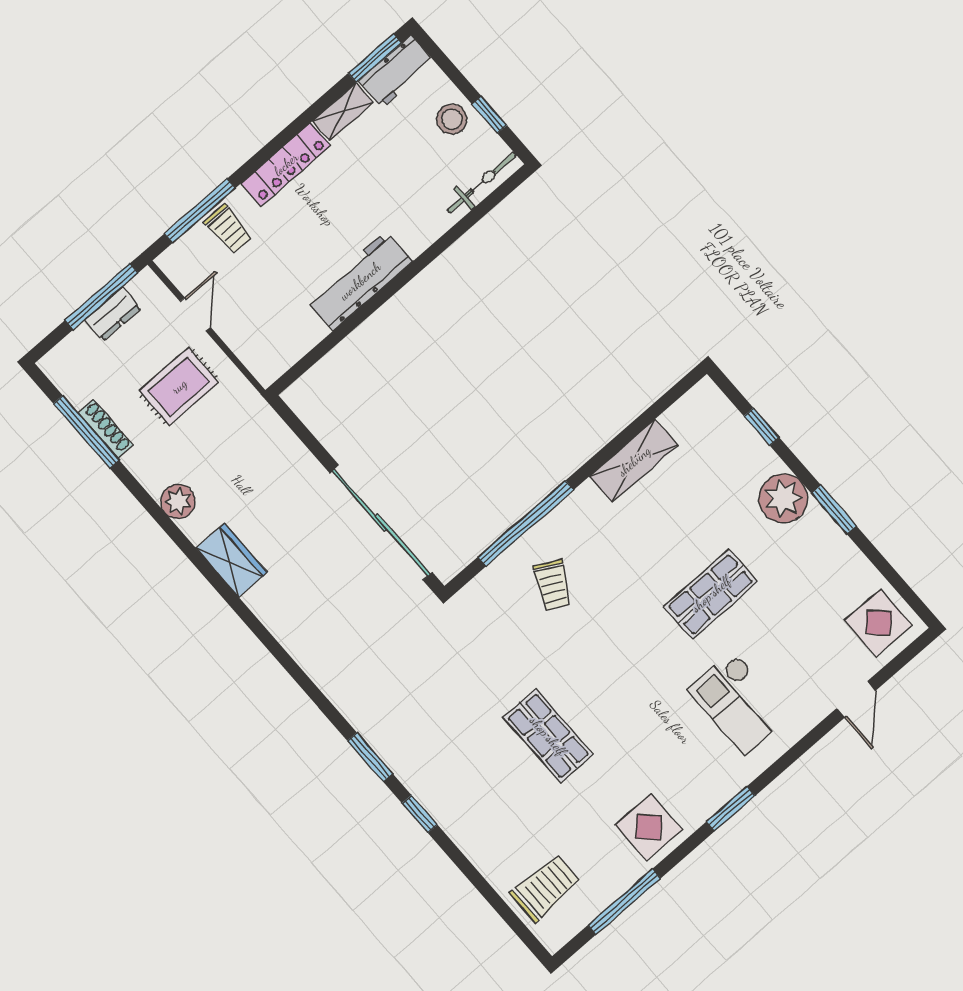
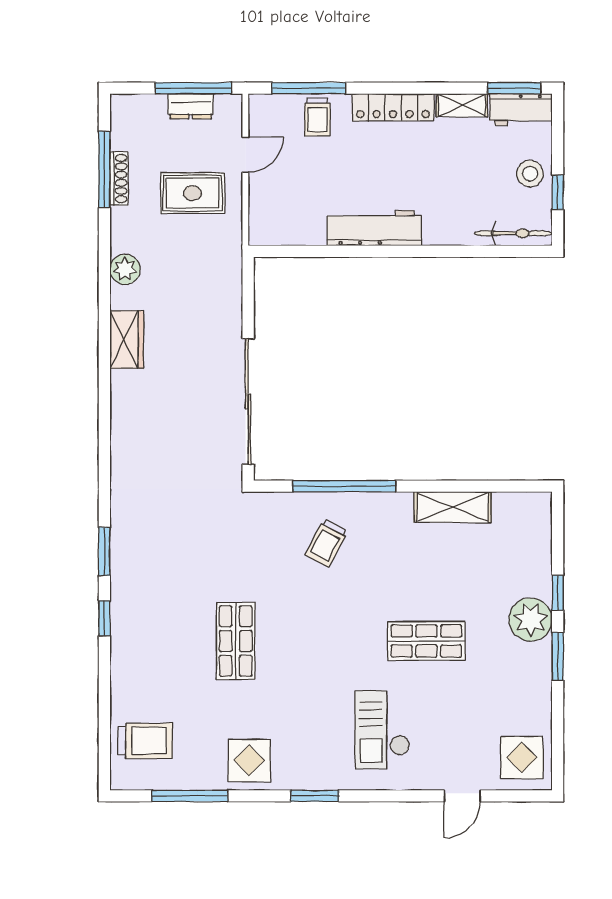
window: (762, 427) -> (558, 593), moved

